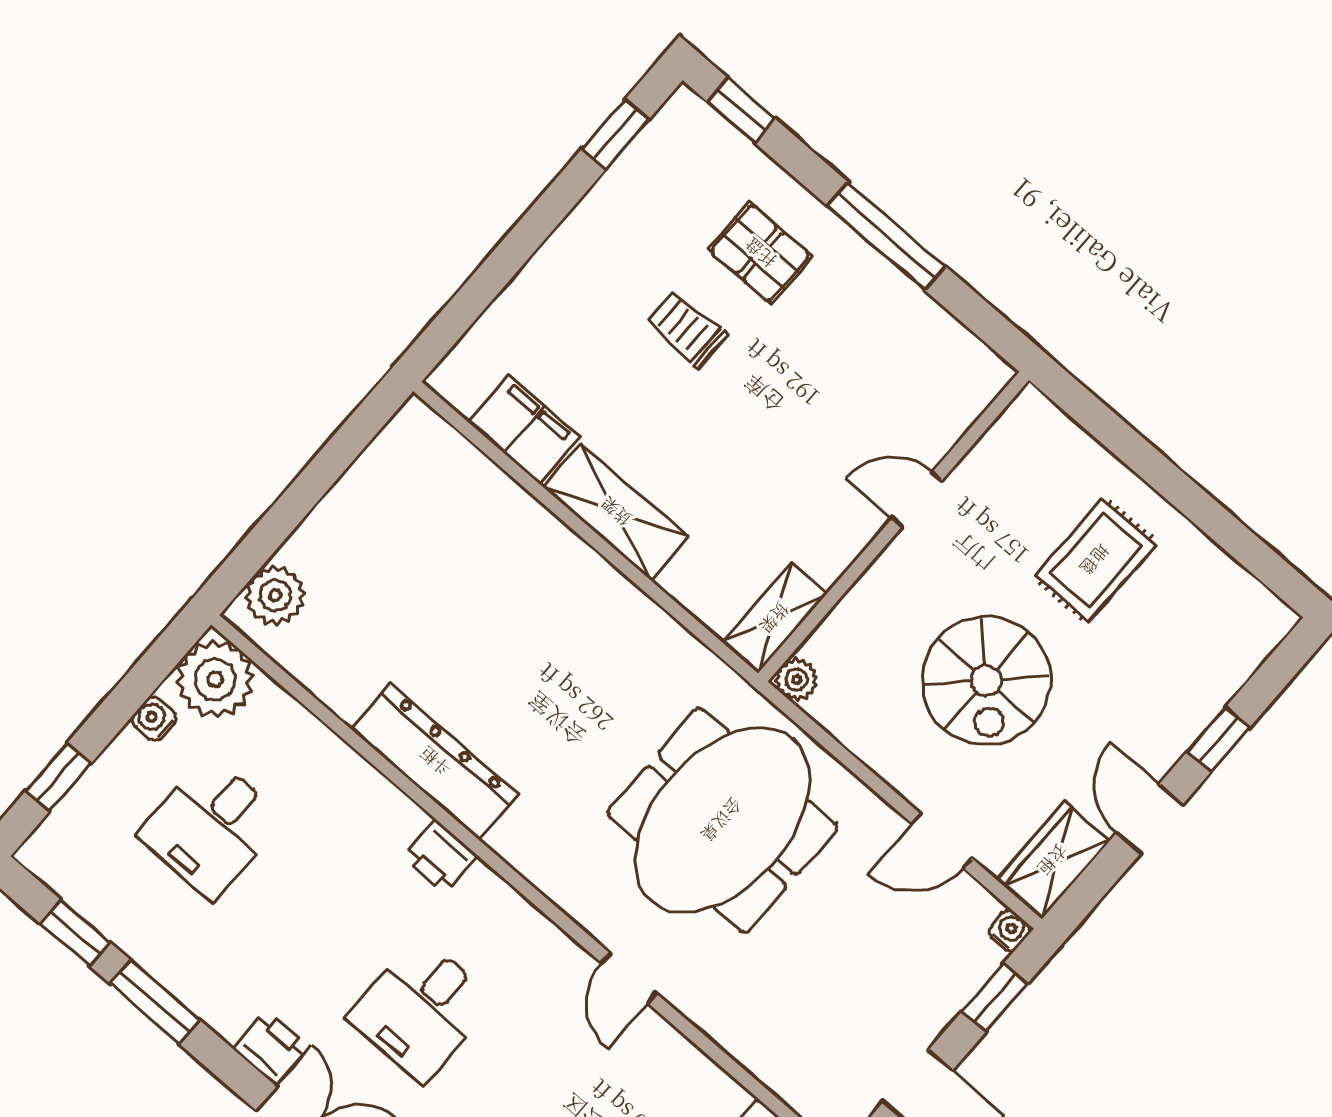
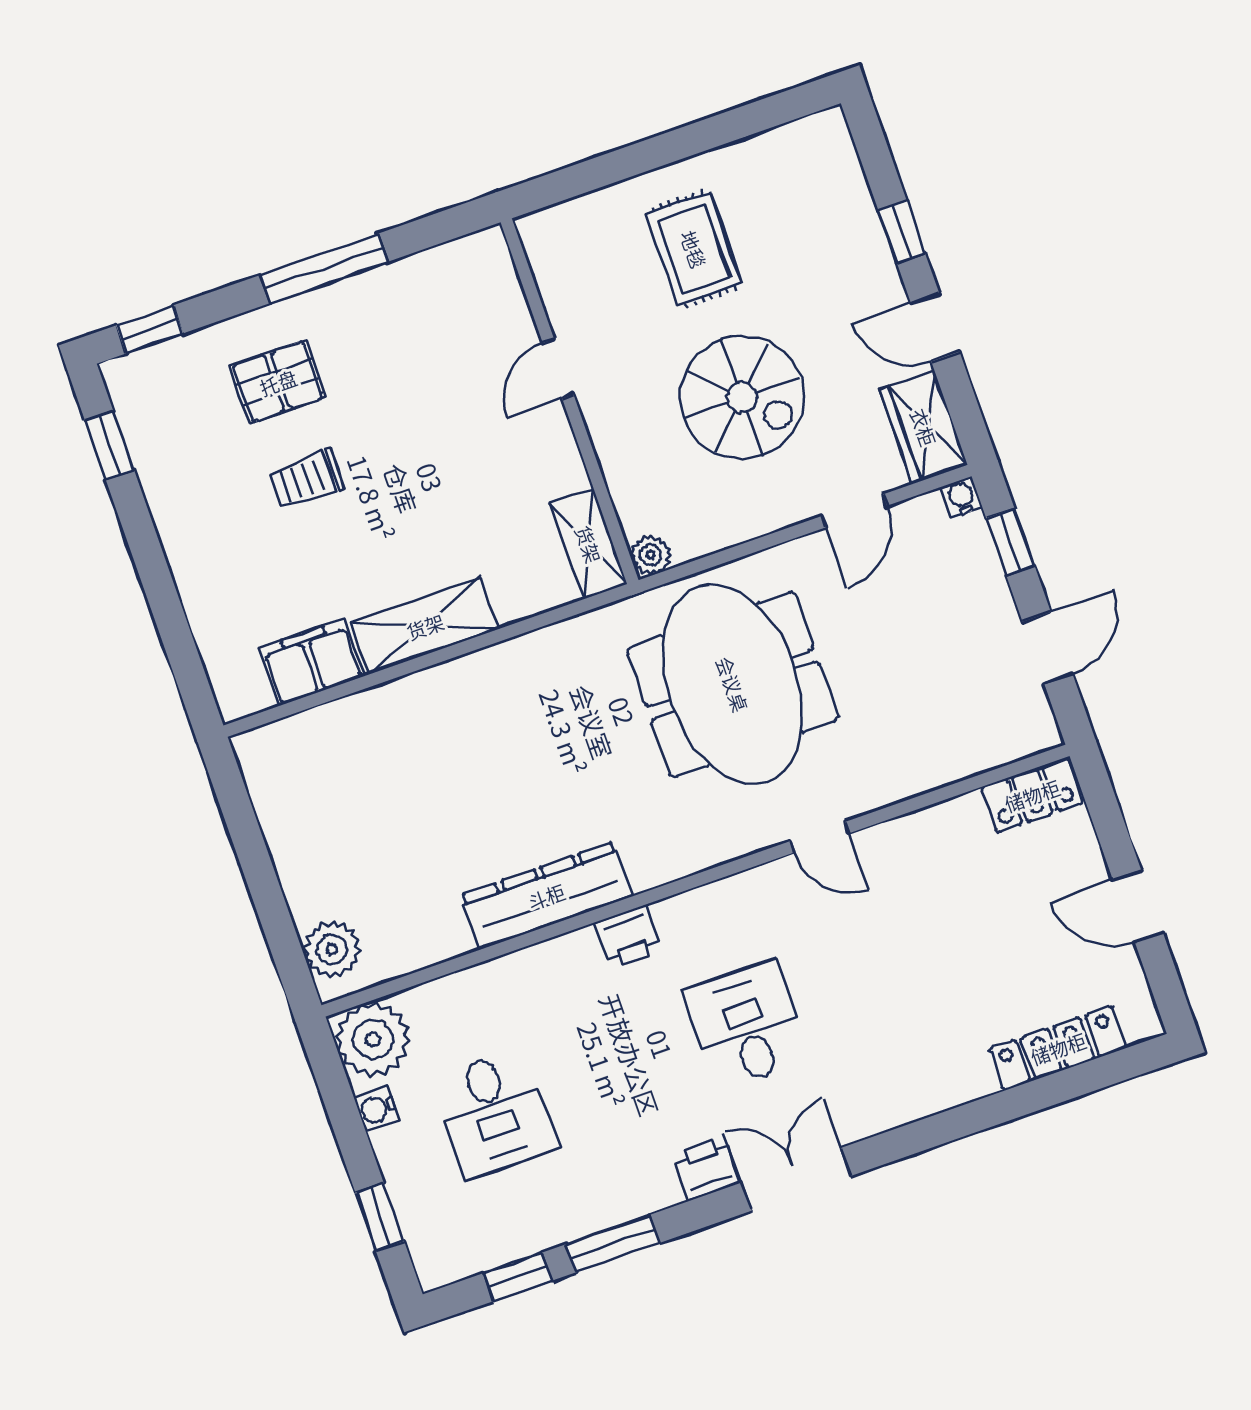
desk: (421, 1009) -> (746, 1025), turned 180

